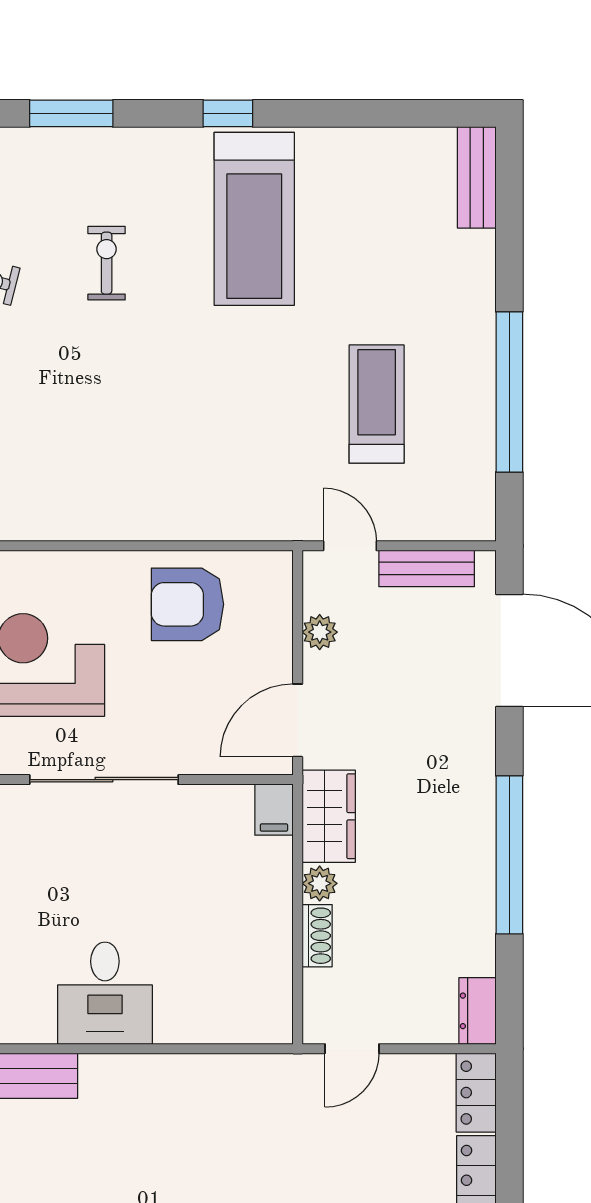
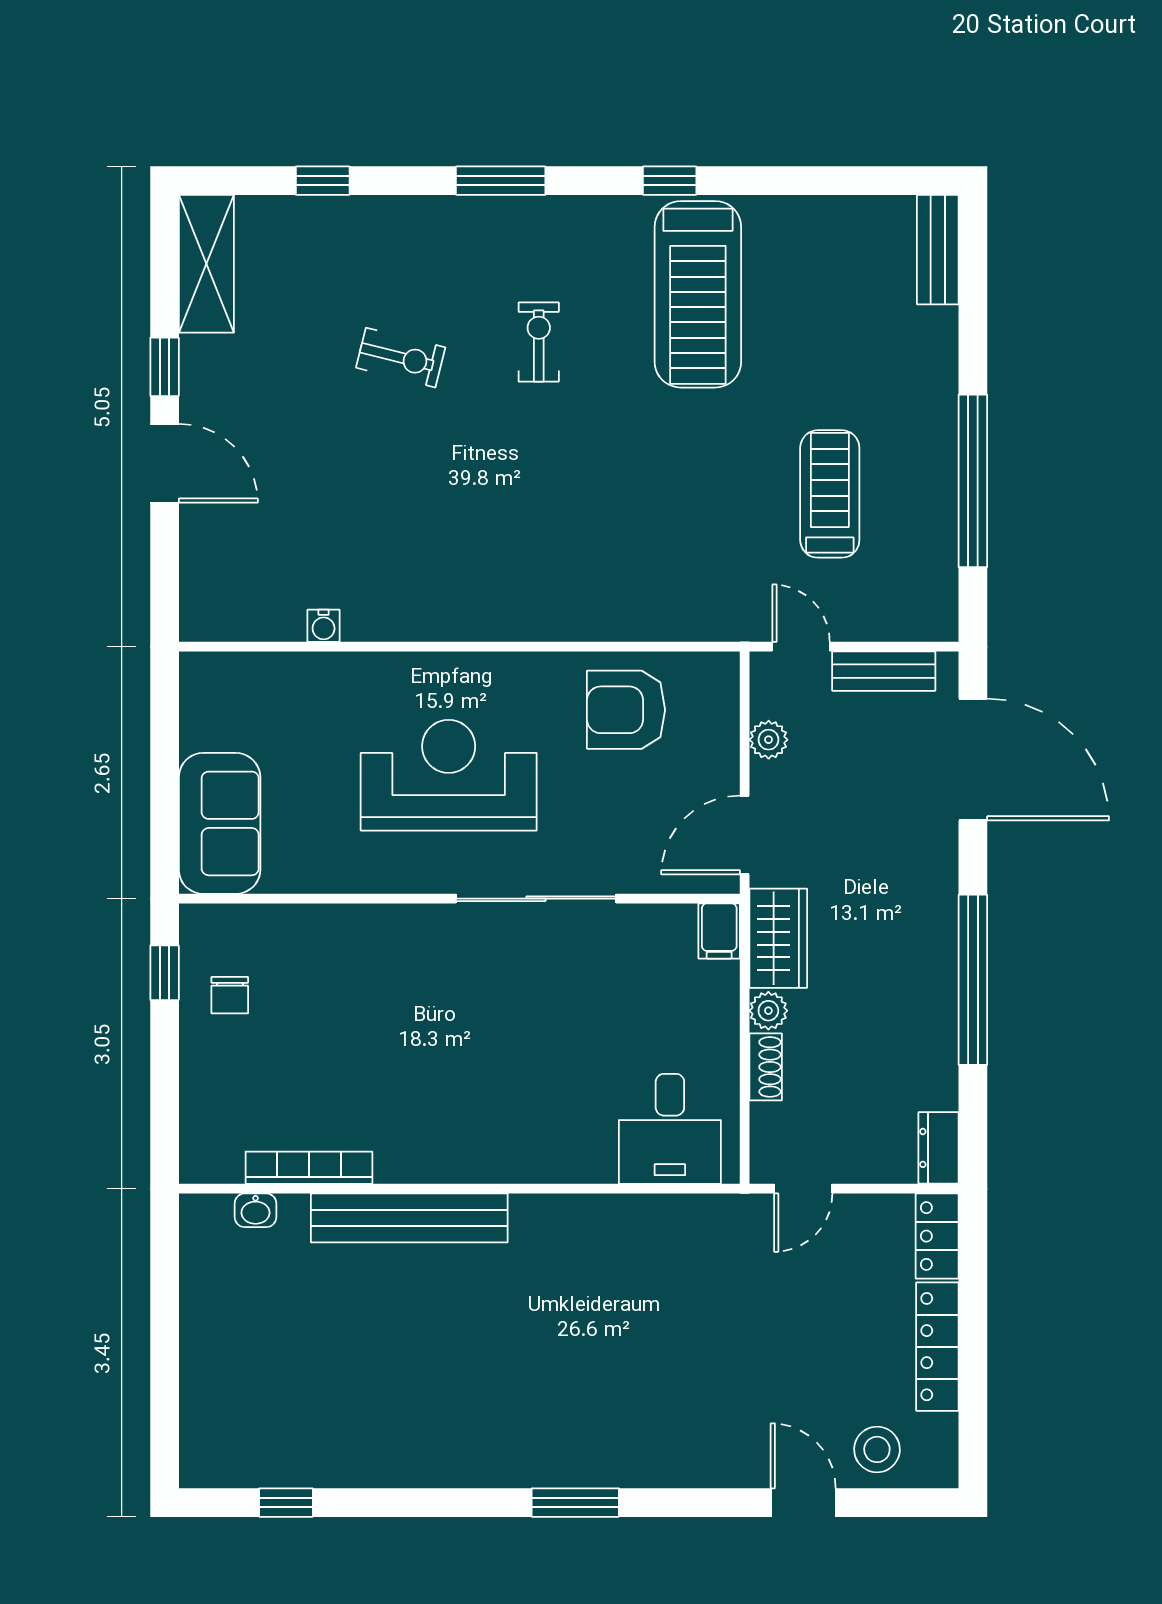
desk: (105, 993) -> (670, 1129), moved

